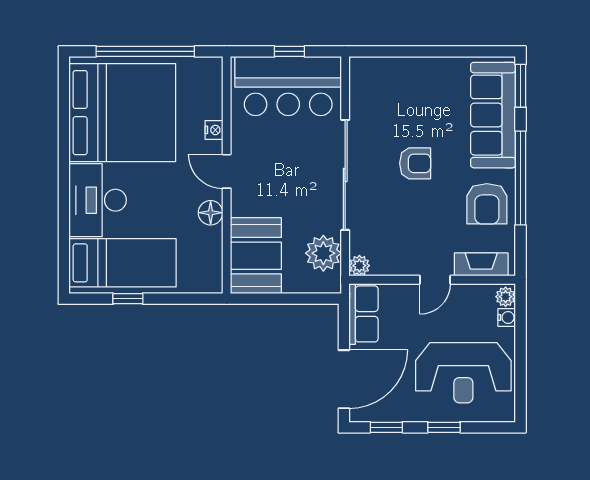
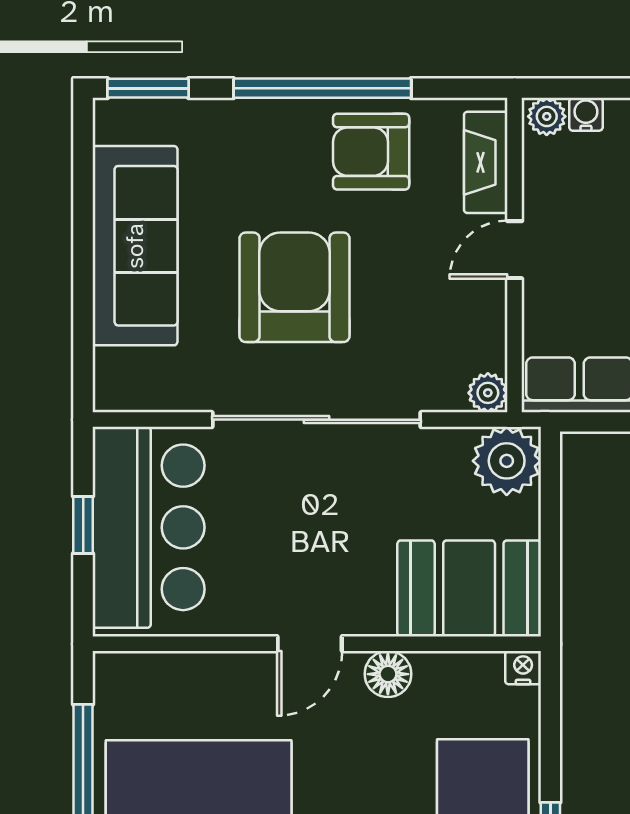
sofa: (493, 115) -> (135, 246), moved, turned -90
nightstand: (214, 130) -> (523, 668), moved
armchair: (415, 163) -> (295, 287), width x1.88, depth x1.88
armchair: (487, 204) -> (371, 152), turned 180
plant: (323, 253) -> (507, 461), moved
door: (435, 280) -> (515, 250), swing flipped

